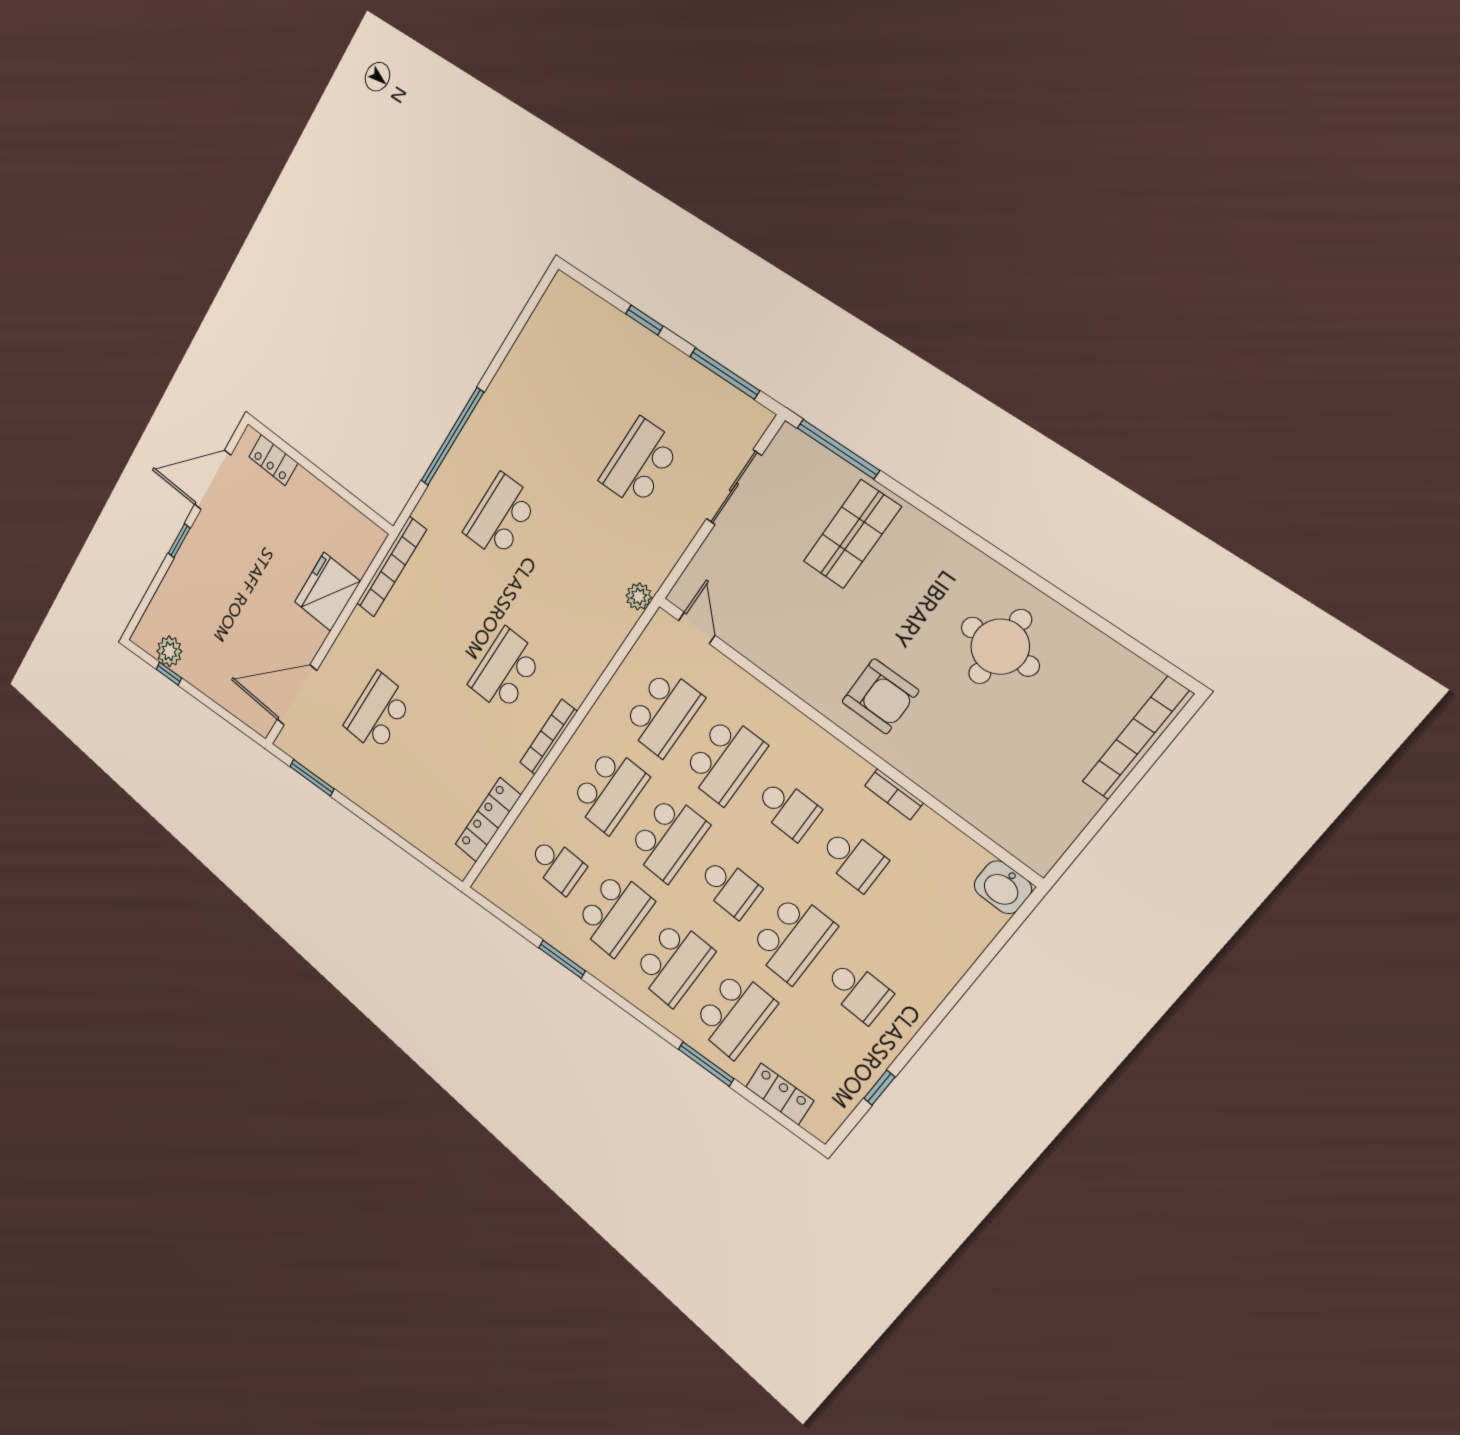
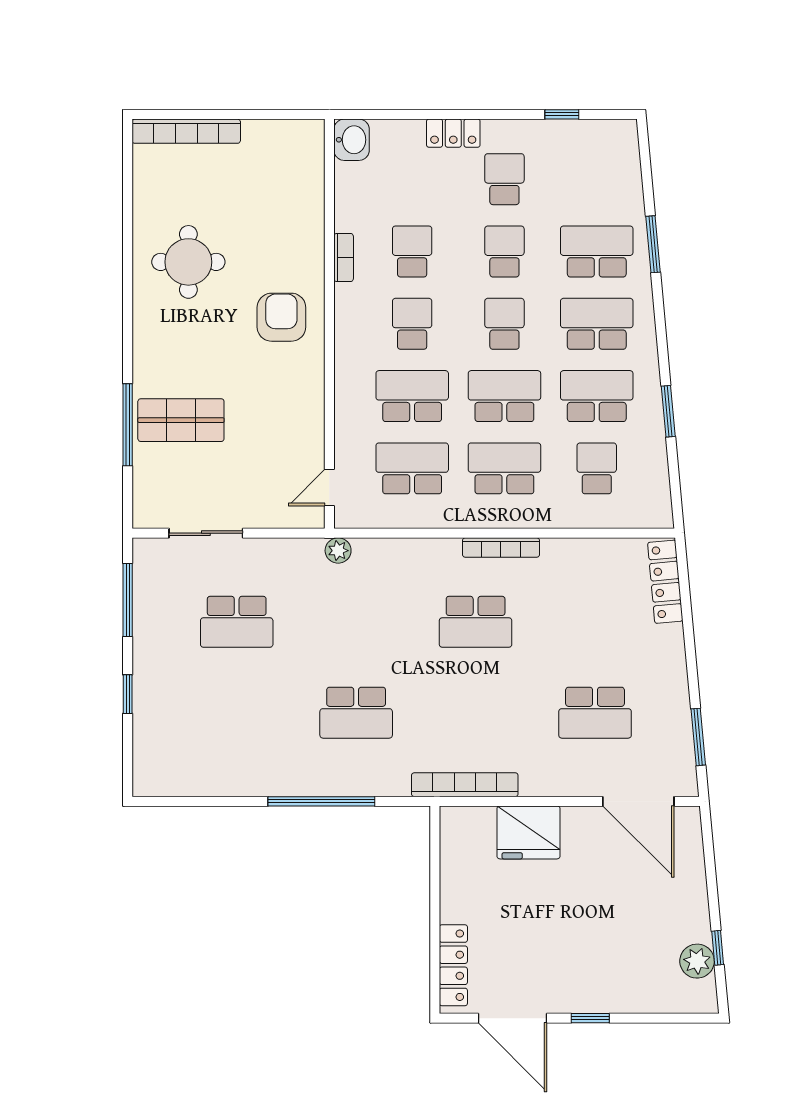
window: (838, 449) -> (128, 425), moved
locker: (273, 460) -> (453, 965), width x1.53
locker: (488, 820) -> (665, 582), moved, turned 85
school desk: (792, 938) -> (504, 251), width x0.54
locker: (780, 1094) -> (453, 133), moved, turned -85

